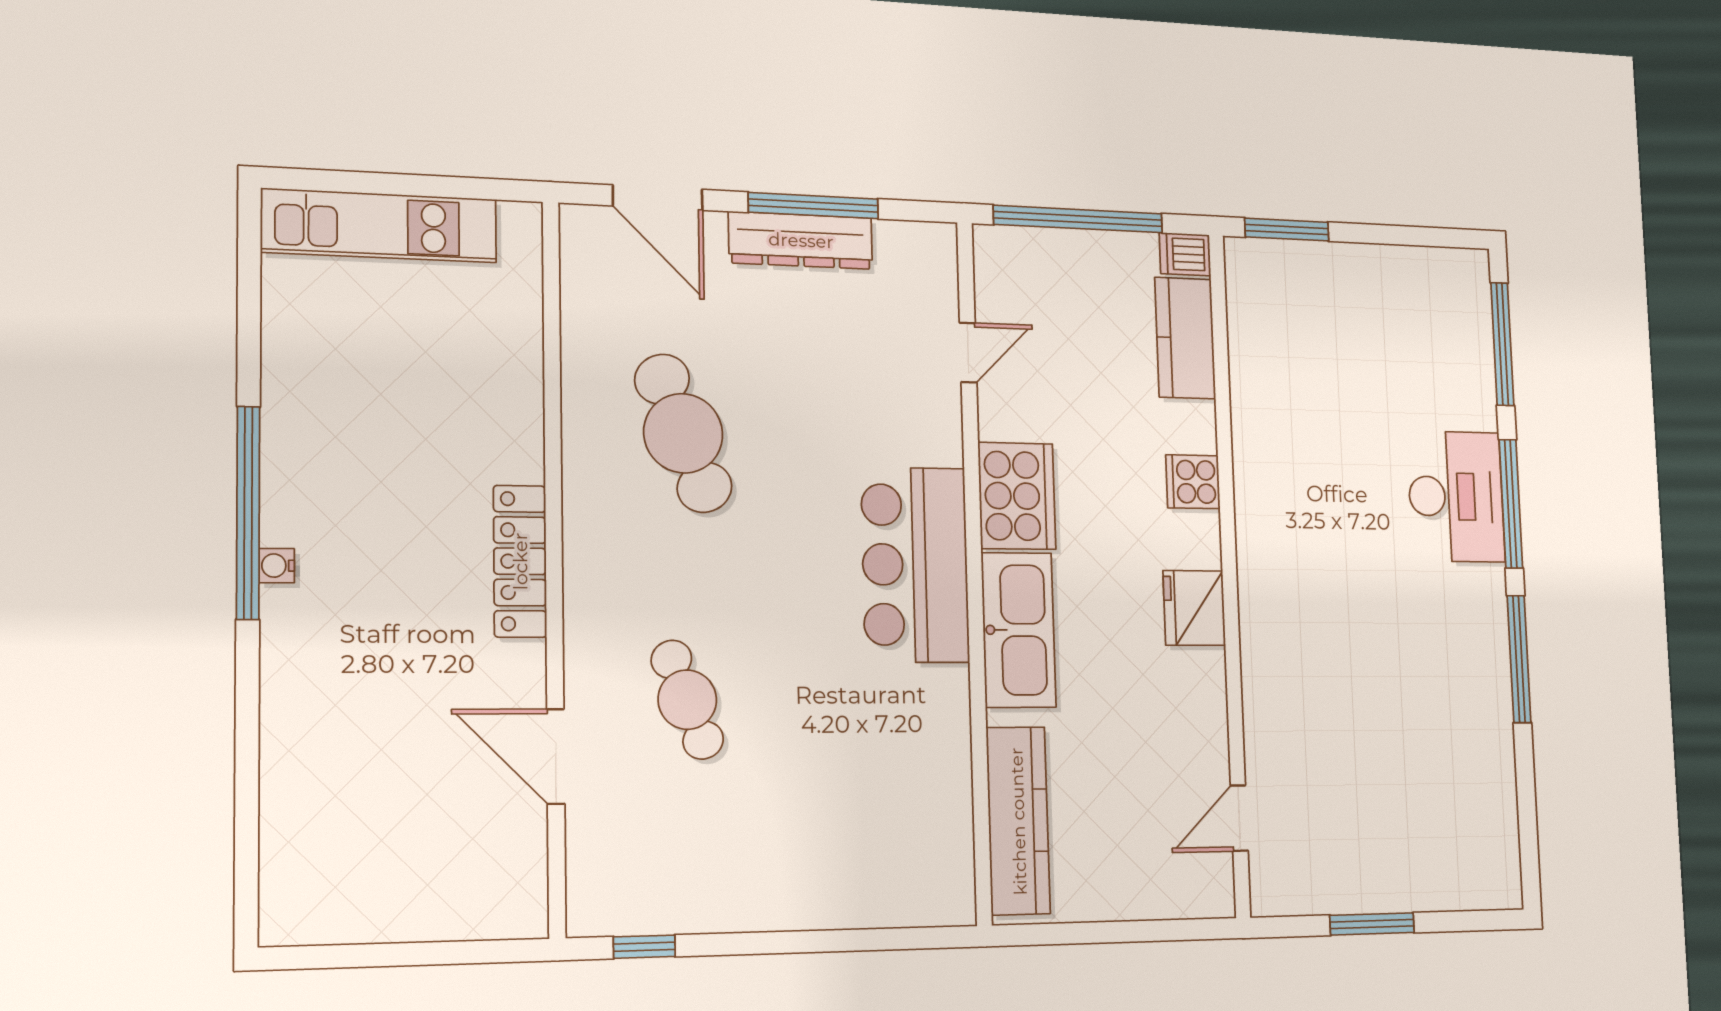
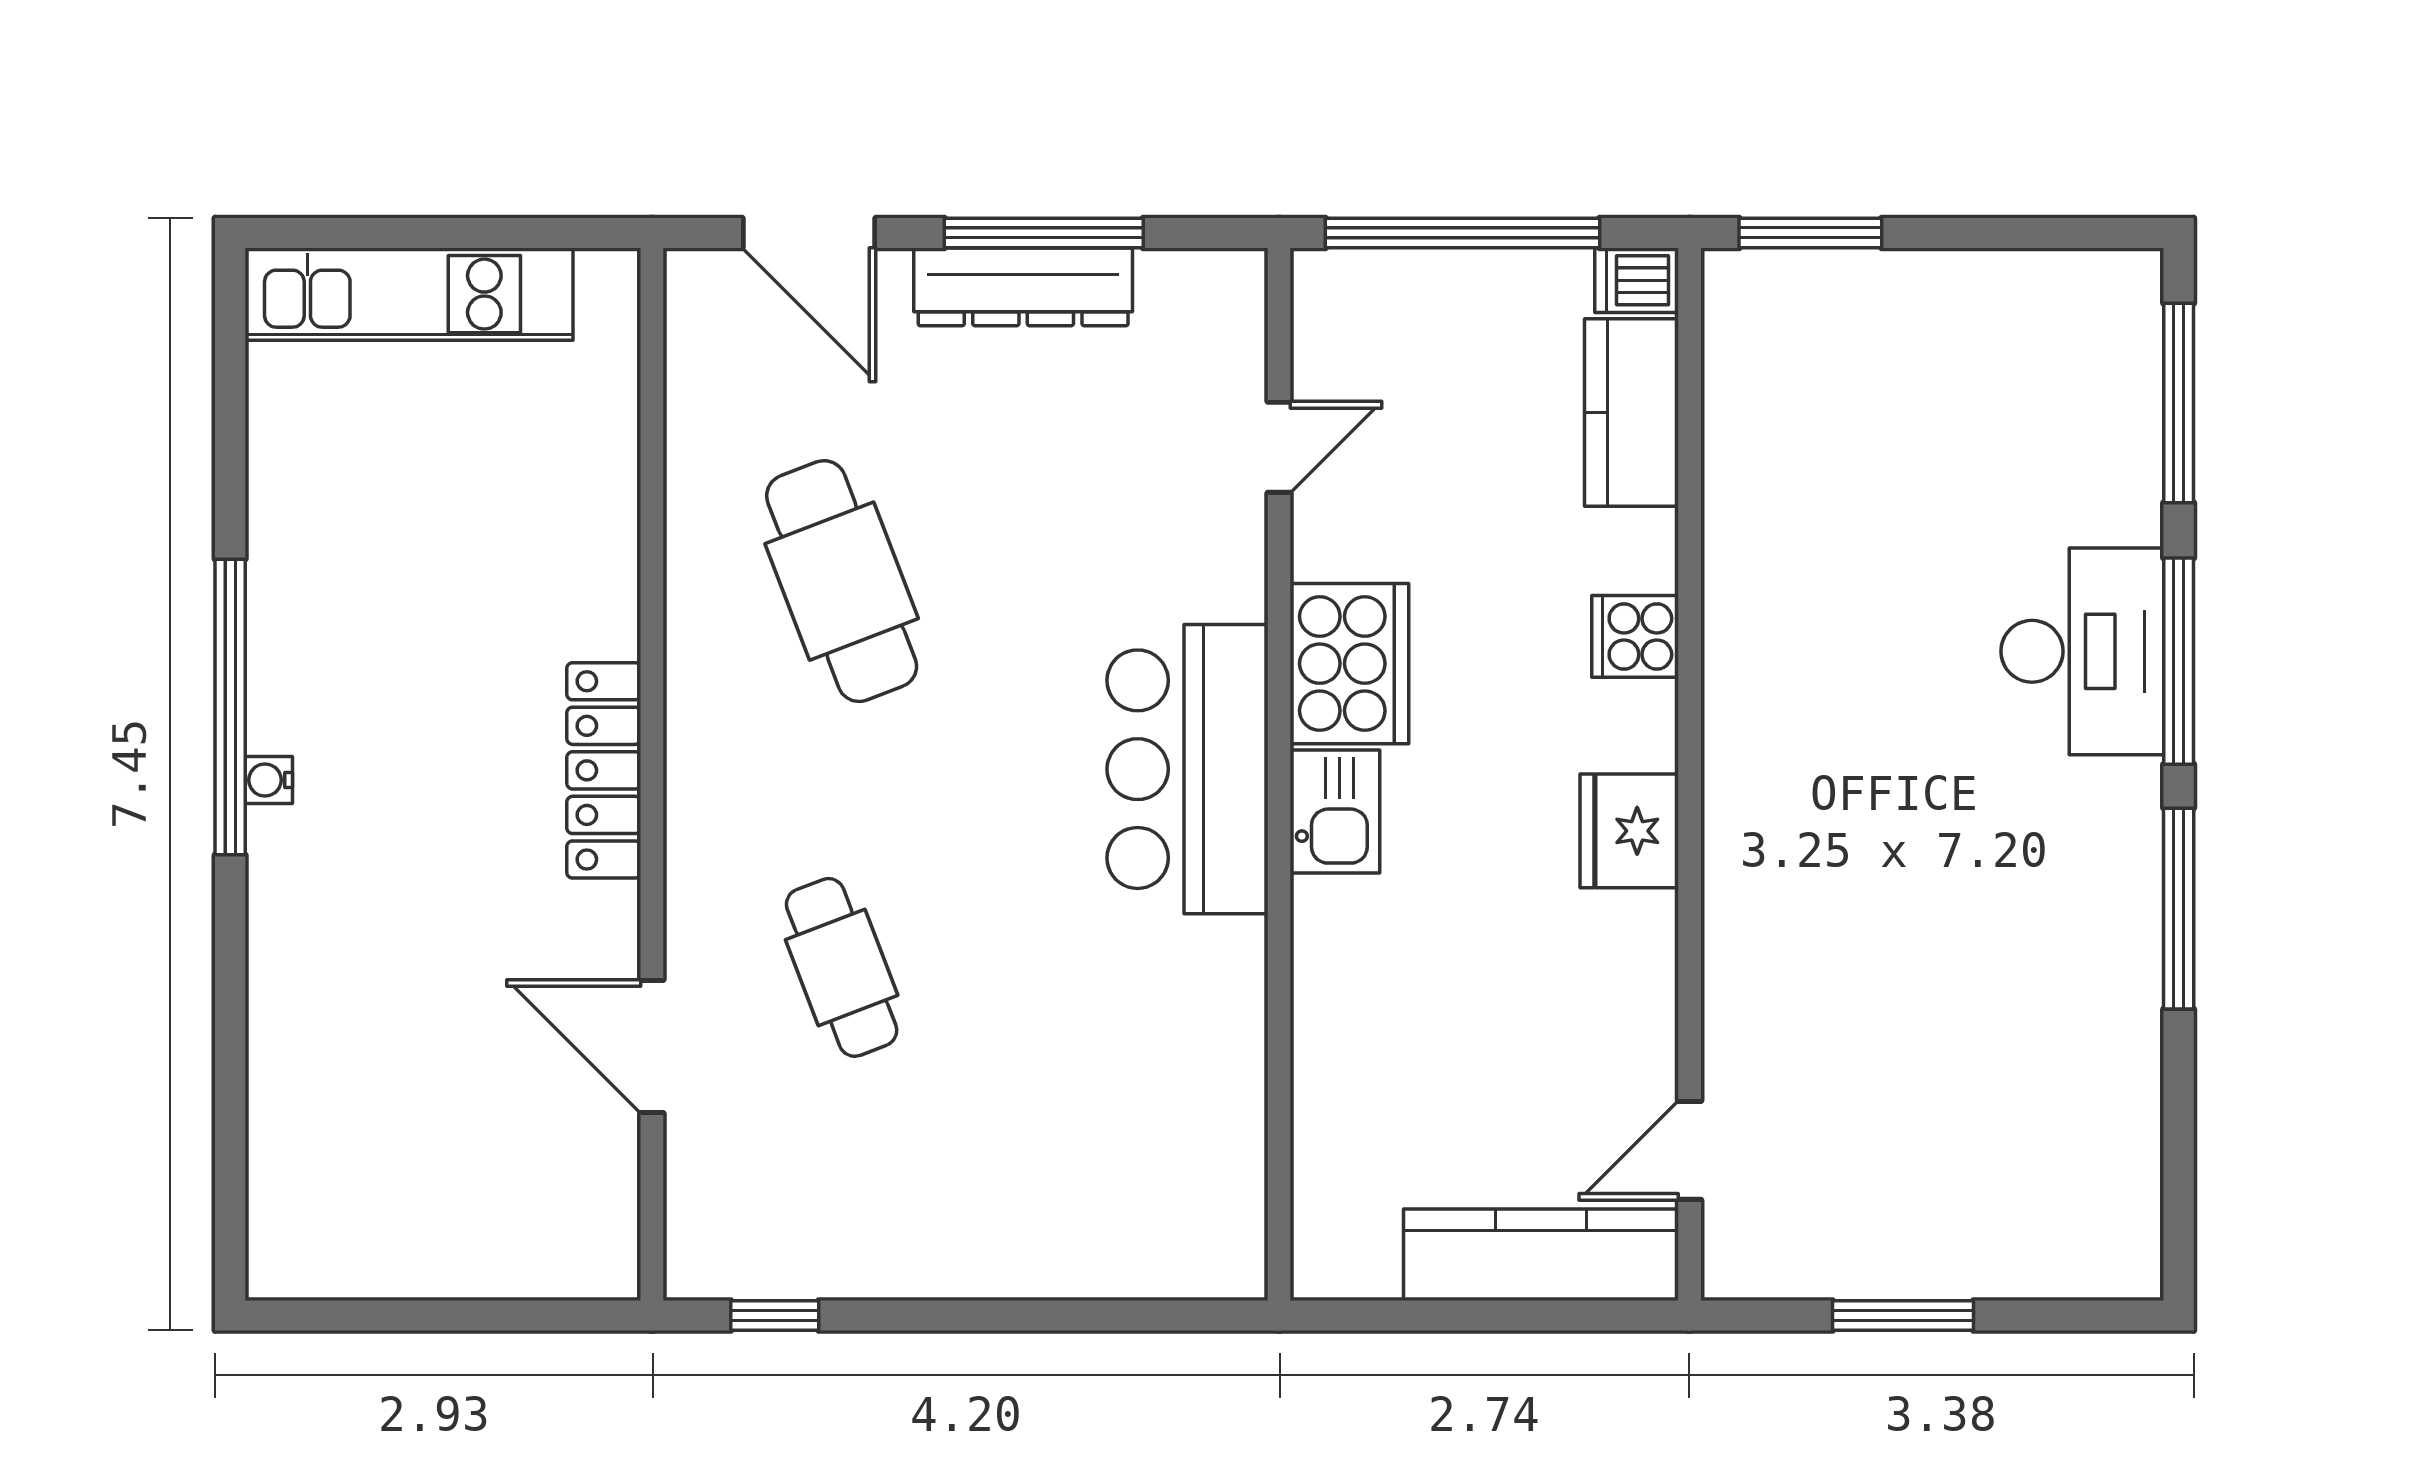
kitchen sink: (1019, 630) -> (1335, 811), width x0.53, depth x0.81
kitchen counter: (1018, 821) -> (1541, 1255), moved, turned -90

